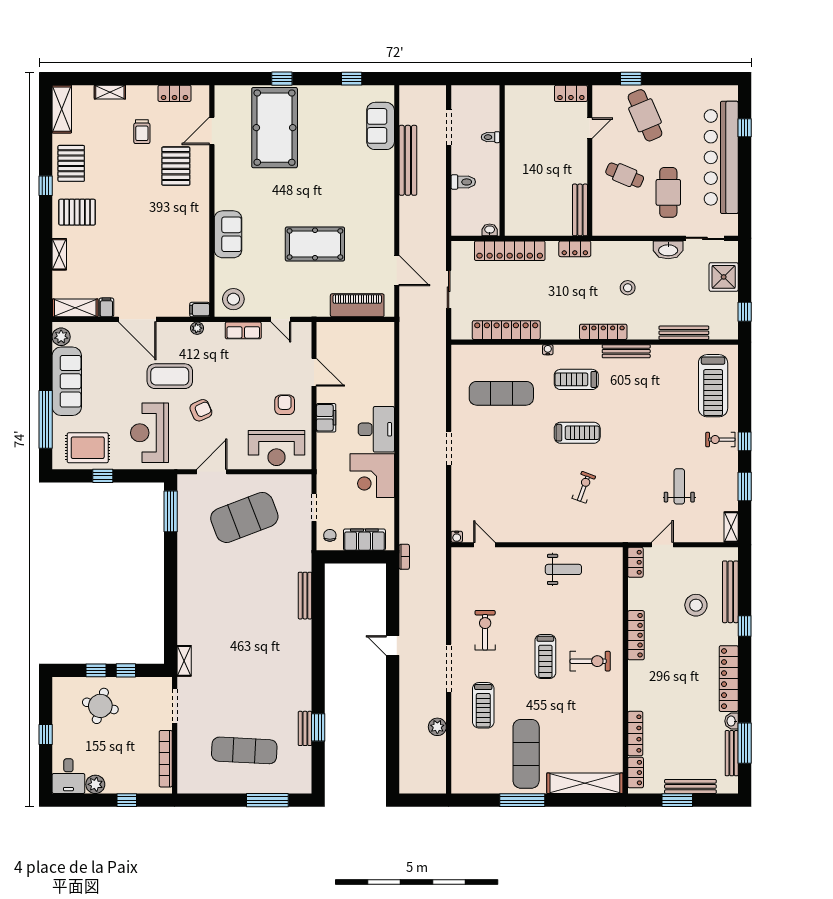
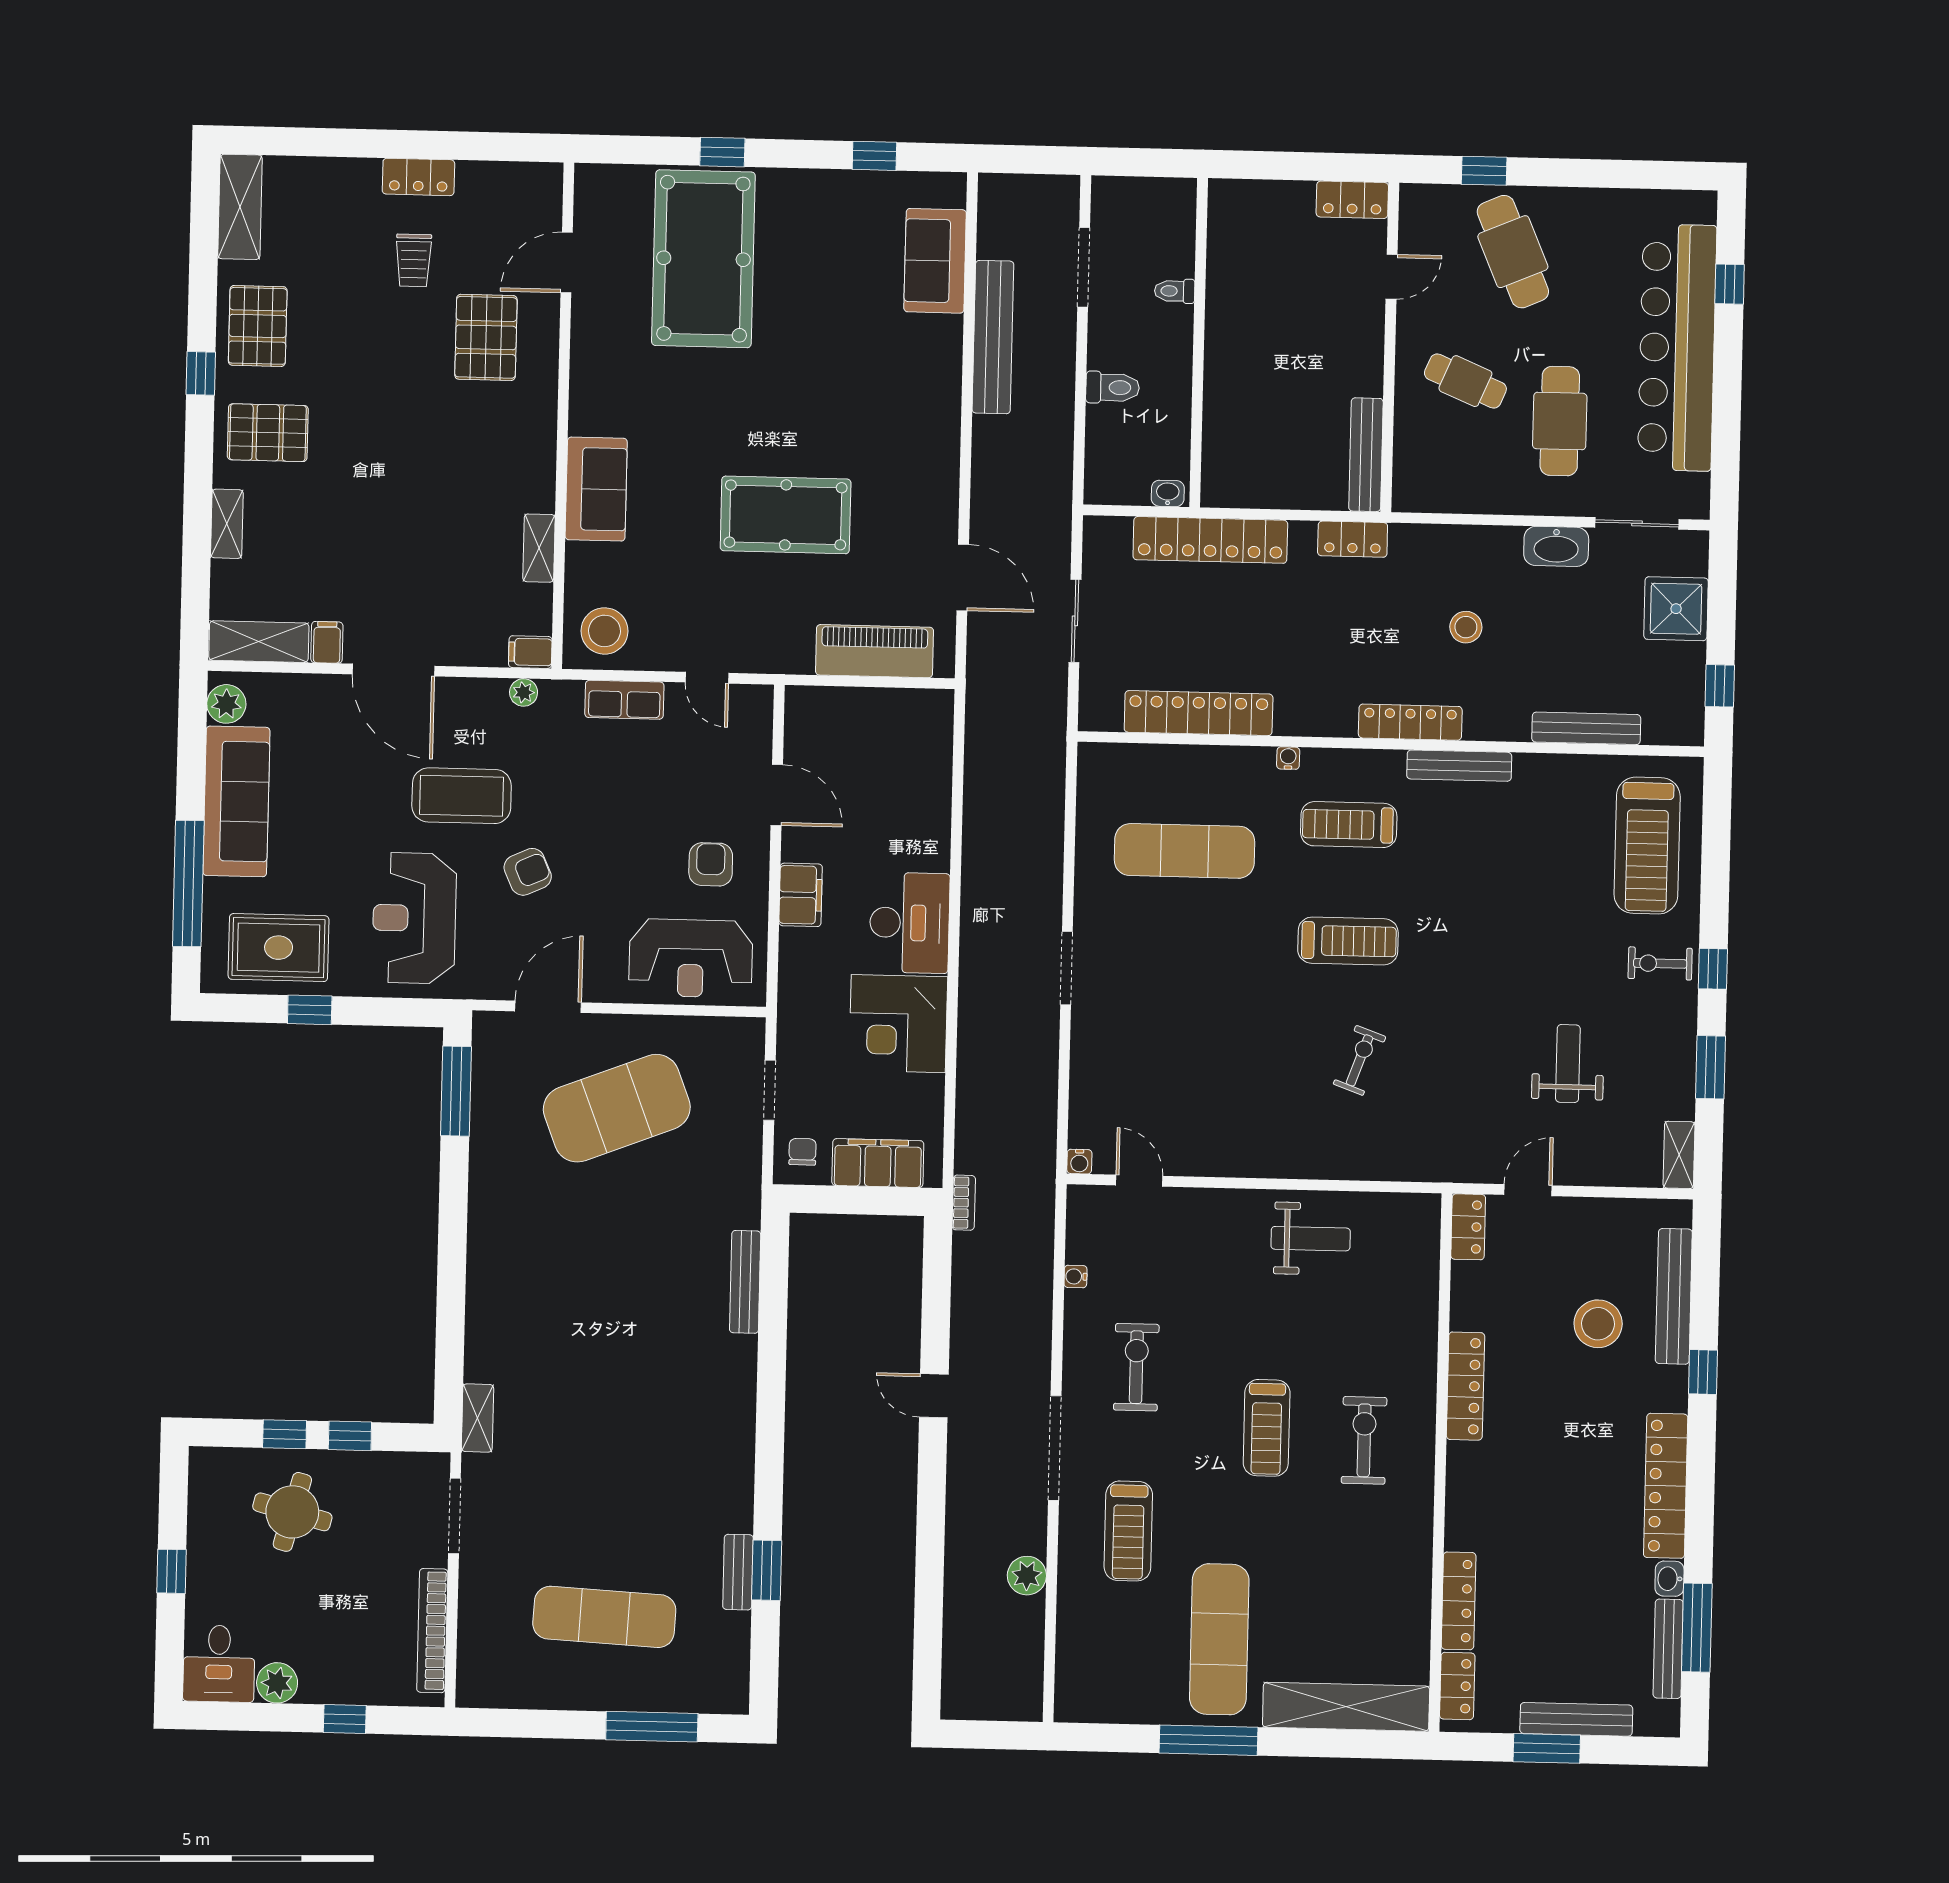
shelving: (110, 92) -> (539, 548), moved, turned 90
locker: (174, 93) -> (418, 177), moved
water cooler: (456, 589) -> (1075, 1277), added
exercise bike: (590, 661) -> (1364, 1440), turned -90

